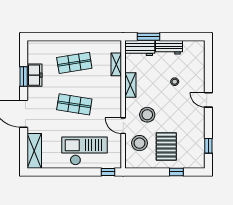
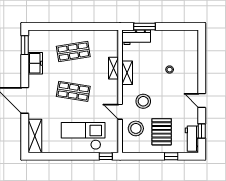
workbench: (169, 47) -> (192, 139), moved, turned 90
shelving: (116, 64) -> (113, 68), moved
window: (24, 76) -> (25, 45), moved
door: (208, 100) -> (202, 100), moved

